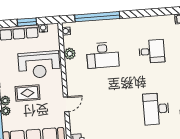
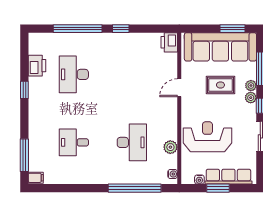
desk: (103, 55) -> (132, 142), turned 90
rug: (28, 93) -> (220, 85), moved
desk: (156, 109) -> (74, 74), turned 180

